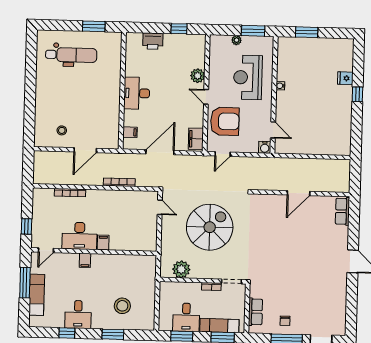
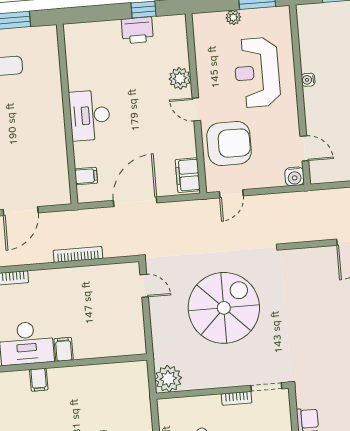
printer: (153, 41) -> (137, 30), moved
plant: (181, 269) -> (168, 379), moved

